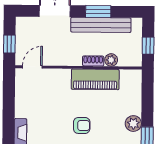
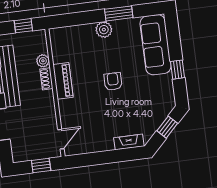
door: (32, 67) -> (61, 139), swing flipped
piano: (95, 79) -> (63, 81), width x0.73, depth x0.75

